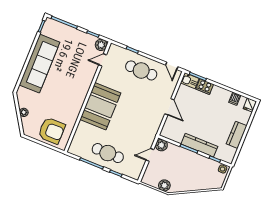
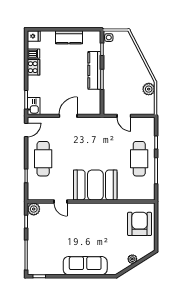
door: (103, 60) -> (61, 201), moved
sofa: (39, 64) -> (85, 266), width x0.74, depth x0.79
cooker: (205, 87) -> (34, 67), moved
plant: (161, 145) -> (110, 108), removed

